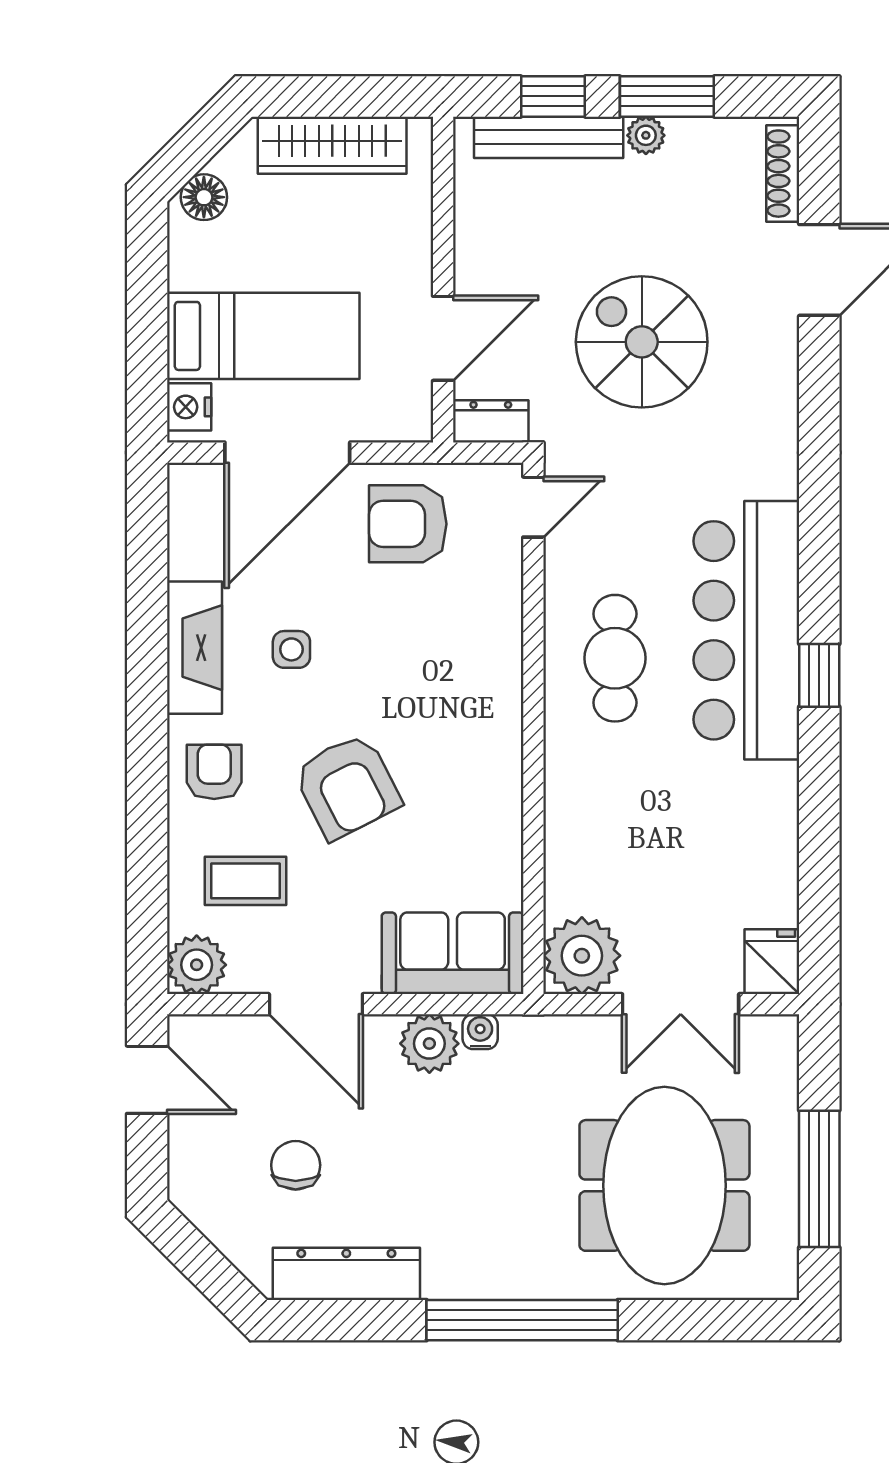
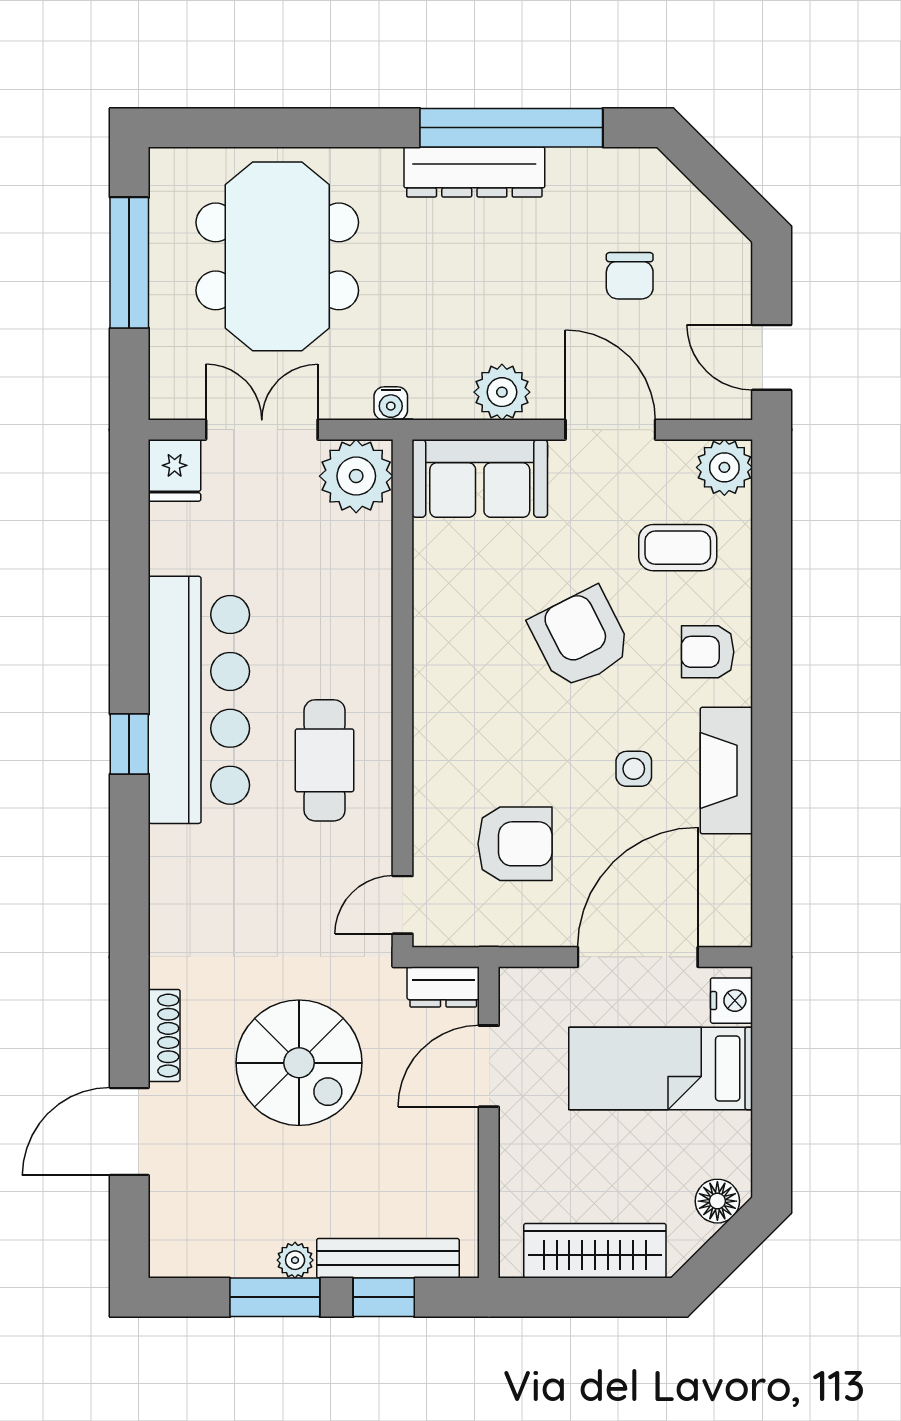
shoe rack: (783, 174) -> (164, 1035), moved
armchair: (408, 524) -> (515, 844), moved
bar counter: (746, 630) -> (199, 700), moved
armchair: (214, 772) -> (708, 652), turned 90
water cooler: (480, 1032) -> (391, 403), moved
dresser: (346, 1274) -> (474, 172), moved
window: (522, 1320) -> (511, 128), moved

